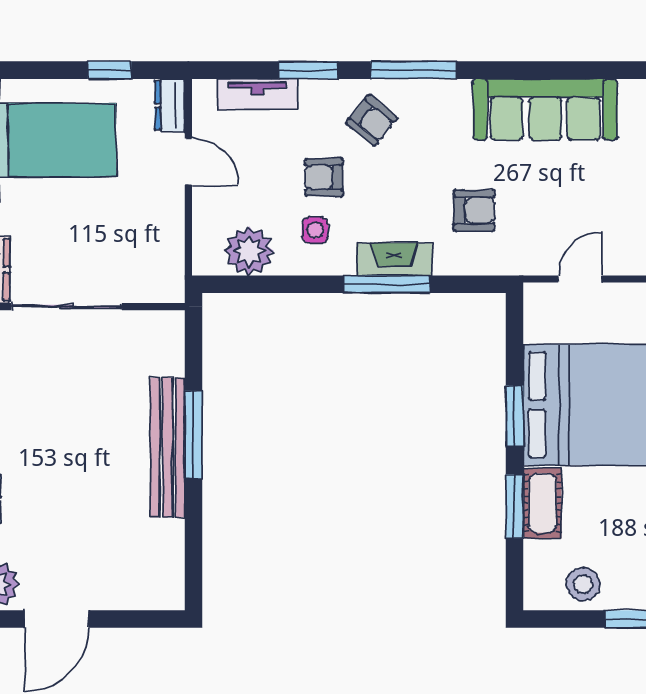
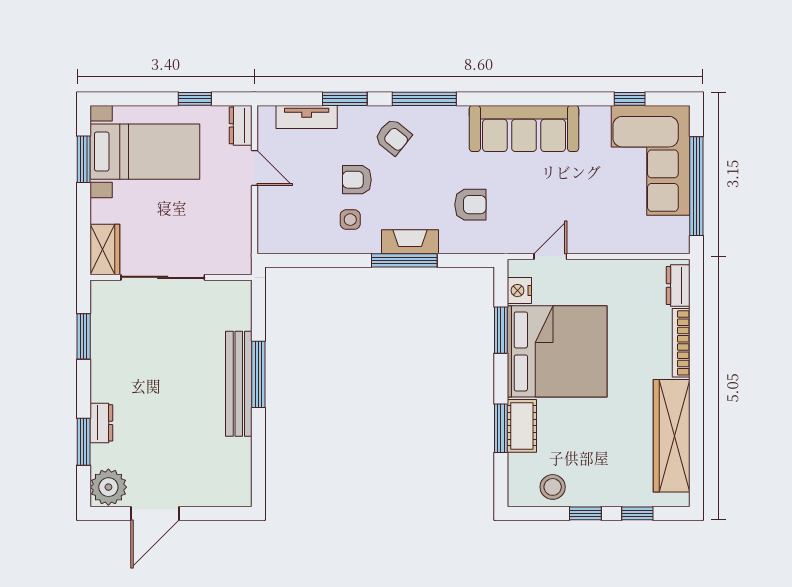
plant: (249, 251) -> (300, 235), removed
nightstand: (539, 324) -> (519, 291), added
window: (515, 416) -> (501, 330), moved

